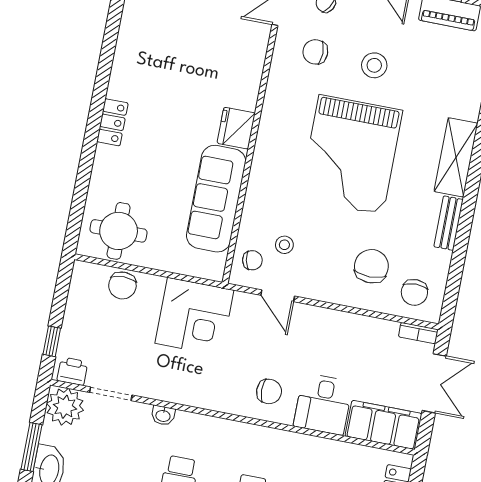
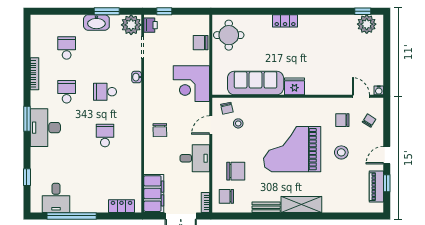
chair: (315, 52) -> (342, 120), turned -90
desk: (323, 404) -> (195, 158), moved, turned 180

